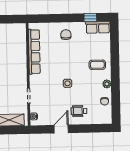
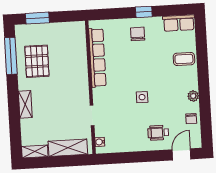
window: (90, 18) -> (144, 12), moved
coffee table: (97, 65) -> (184, 59), moved
door: (61, 129) -> (181, 154), moved

